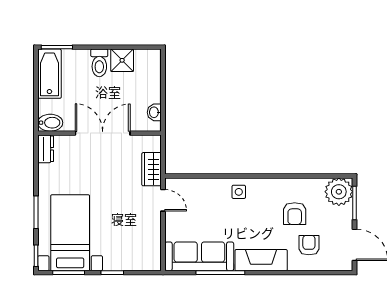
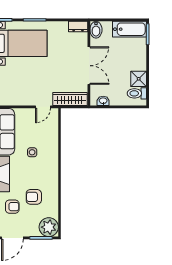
toilet: (99, 63) -> (137, 93), moved
wardrobe: (152, 169) -> (70, 99), width x1.50
side table: (239, 192) -> (32, 152), moved

